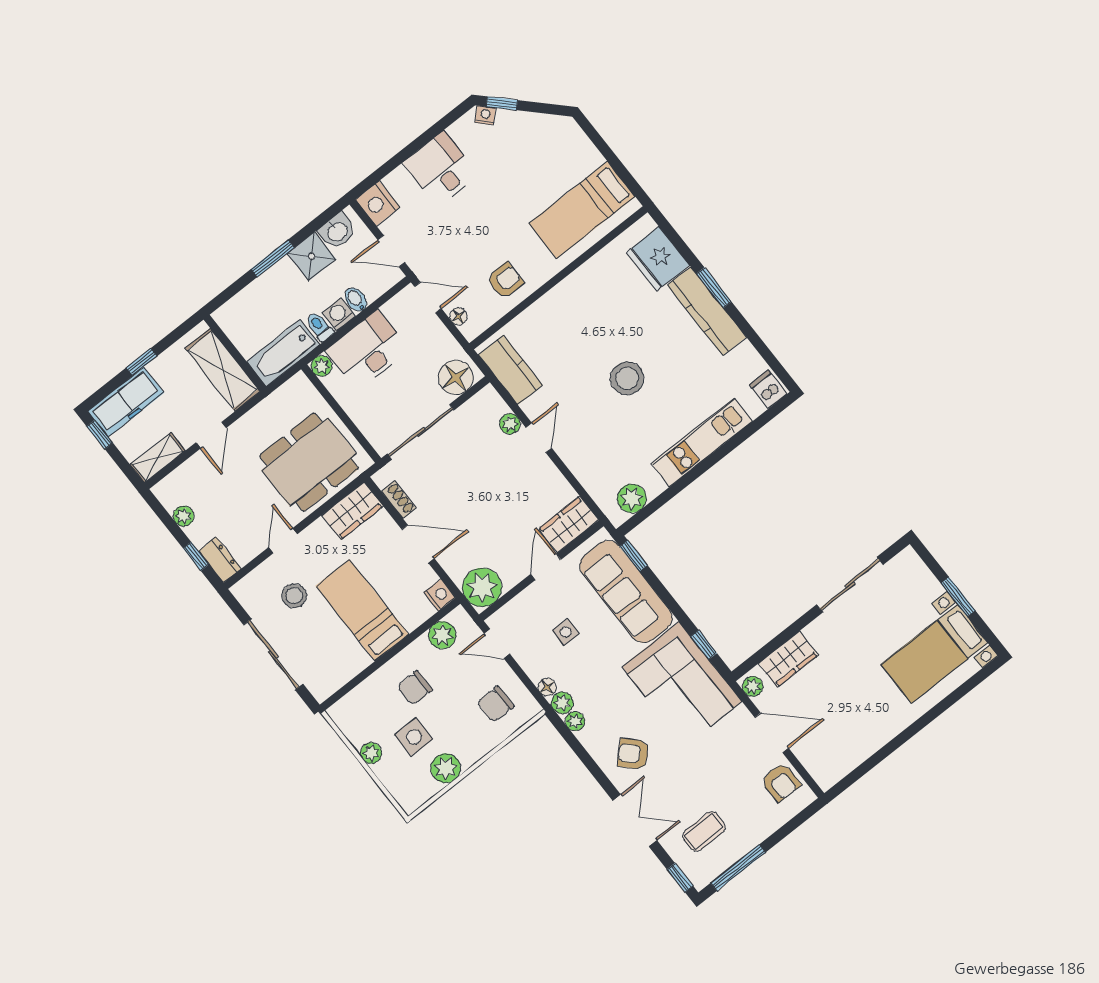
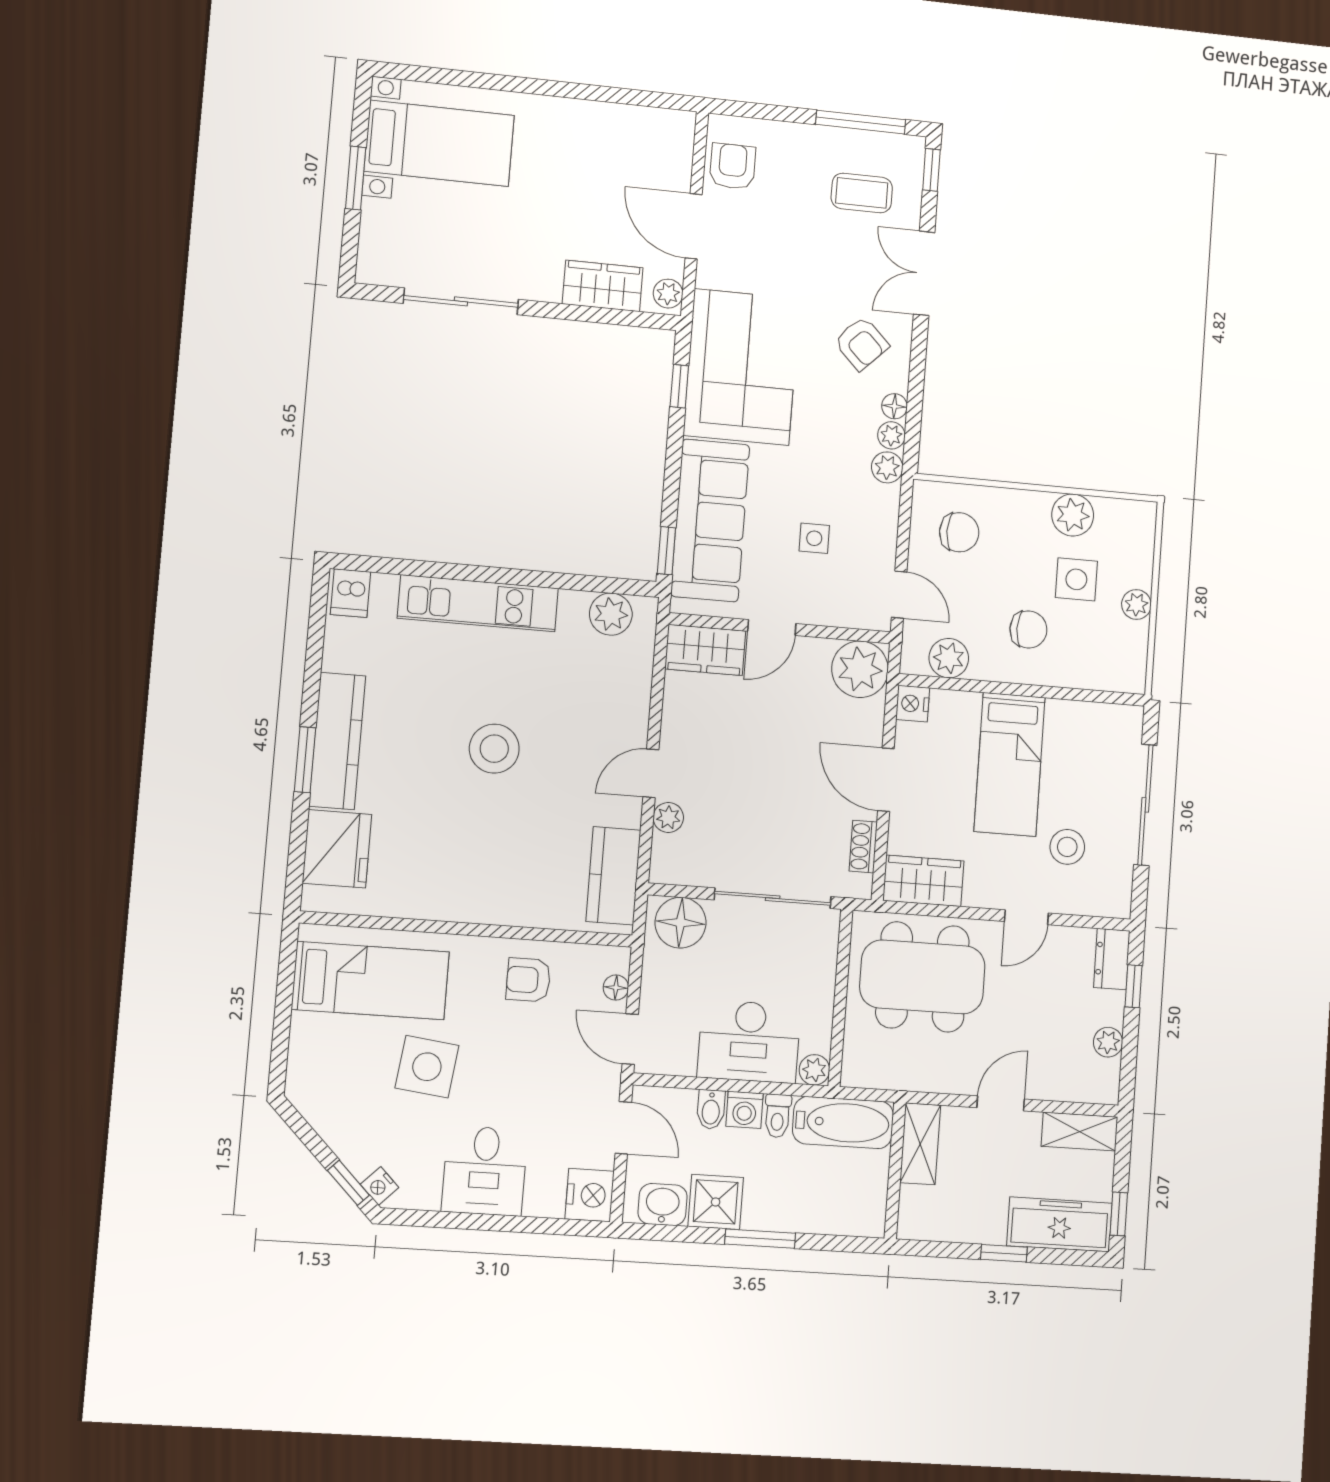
side table: (516, 193) -> (427, 1067), added
shelving: (223, 370) -> (920, 1144), width x0.67, depth x0.75
floor lamp: (547, 687) -> (894, 406), moved

